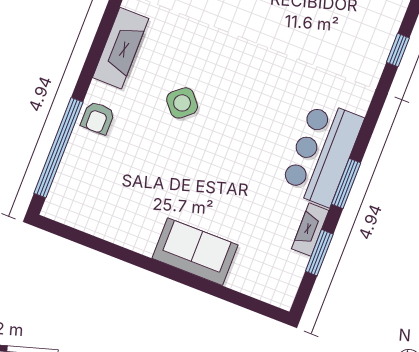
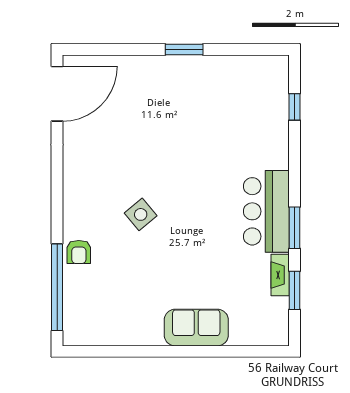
fireplace: (121, 48) -> (76, 190), removed

